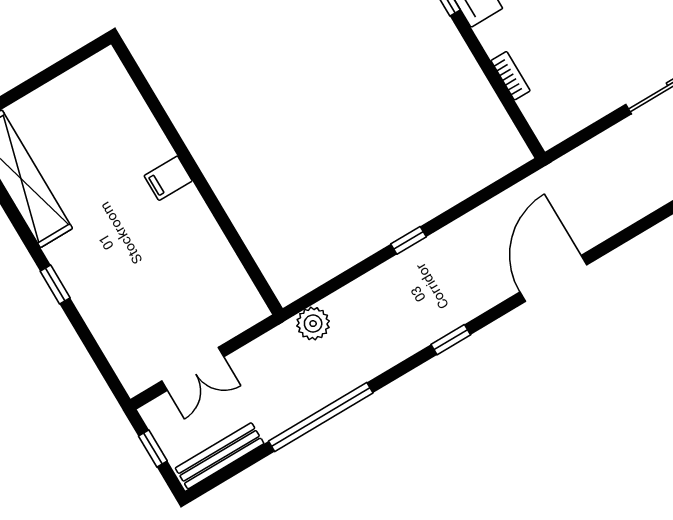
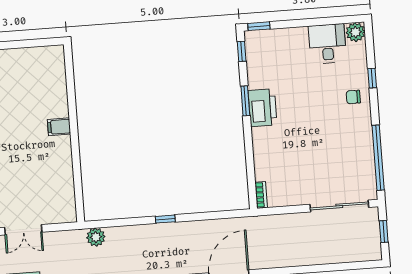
bookcase: (510, 76) -> (261, 195), moved

